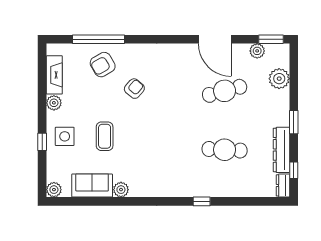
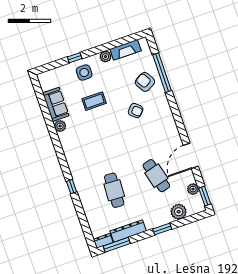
window: (294, 122) -> (162, 229), moved
window: (294, 170) -> (117, 245), width x2.17
plant: (54, 190) -> (43, 78), removed

